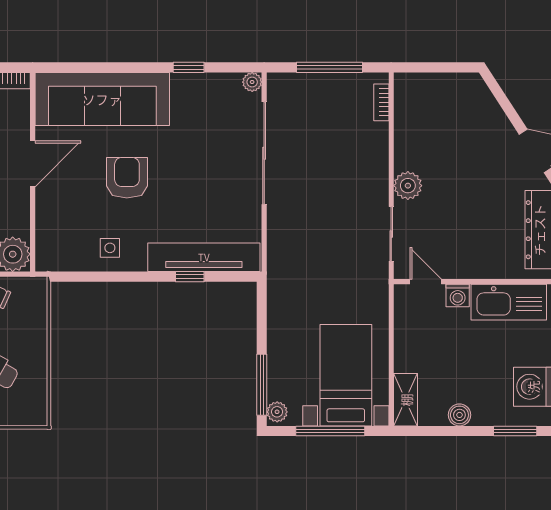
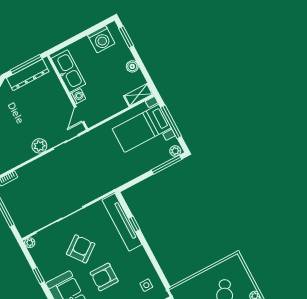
armchair: (196, 163) -> (81, 249), added
side table: (110, 248) -> (146, 285), moved

